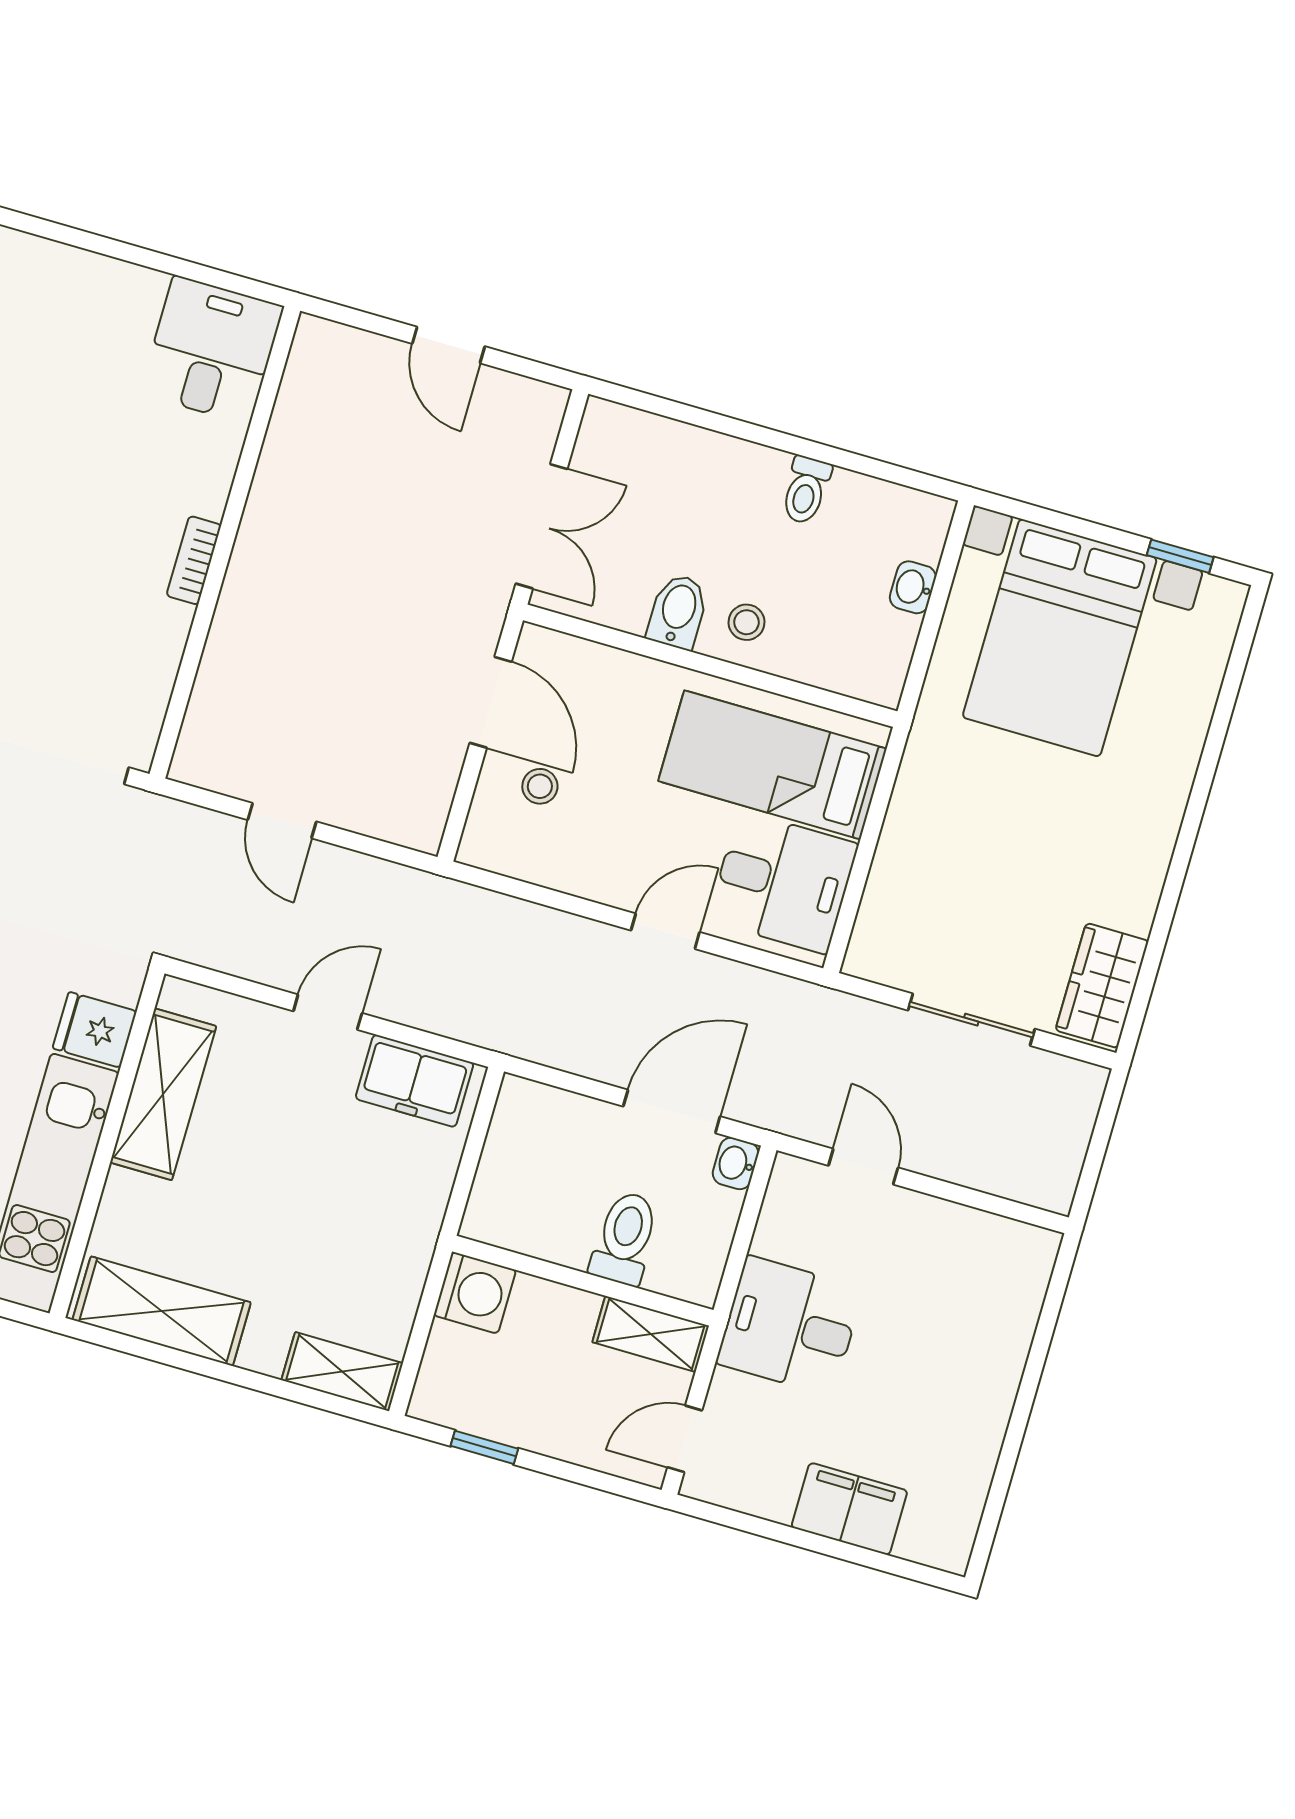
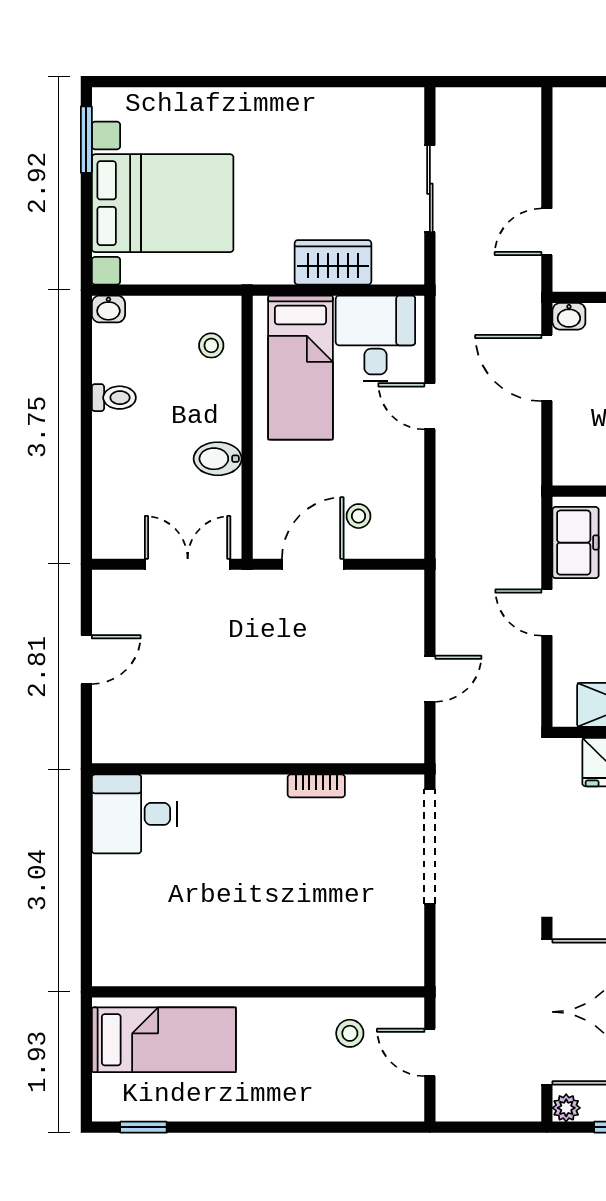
window: (1180, 556) -> (86, 140), width x1.50
bookcase: (194, 560) -> (316, 786), moved
washbasin: (913, 587) -> (108, 309), moved
stool: (746, 622) -> (211, 345), moved
wardrobe: (1102, 986) -> (333, 262), moved, turned 180

